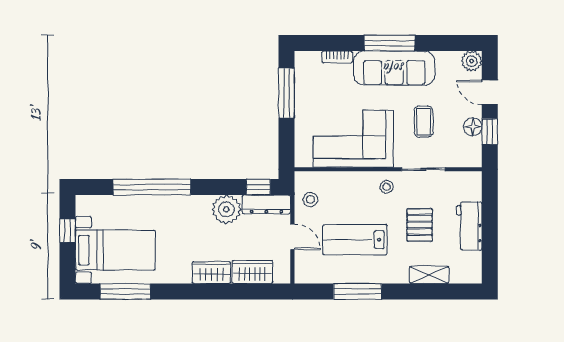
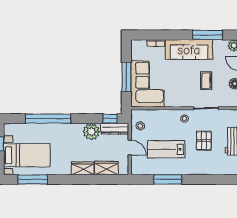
window: (390, 43) -> (208, 35), moved
window: (287, 93) -> (126, 77), moved
corner sofa: (353, 139) -> (148, 84), moved, turned 90
shelving: (429, 275) -> (209, 170), removed

